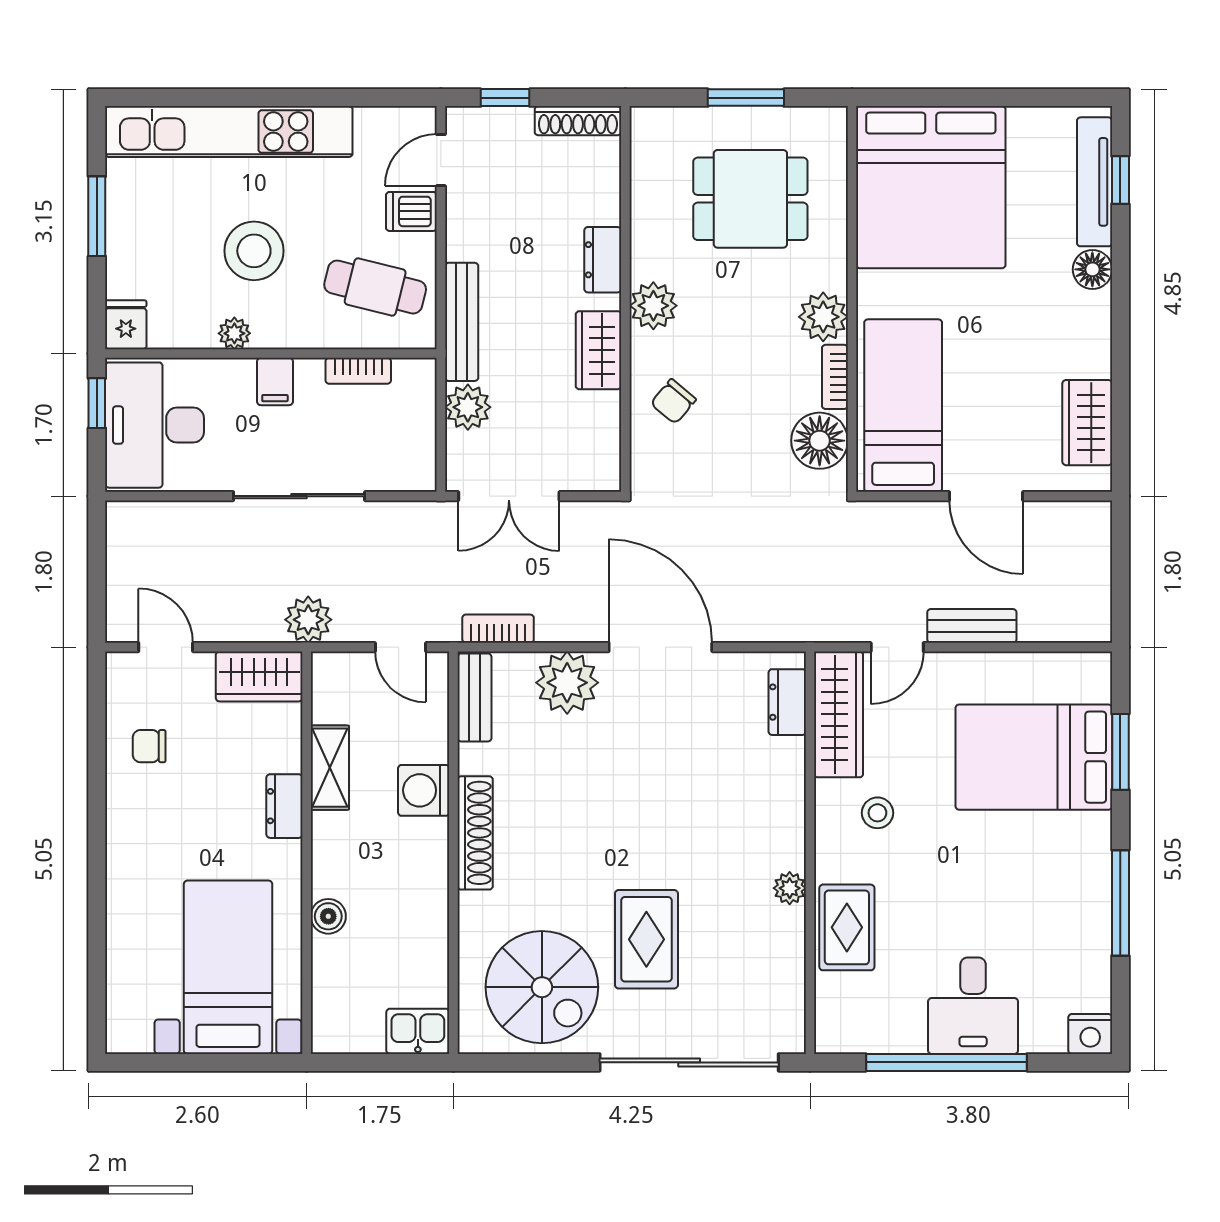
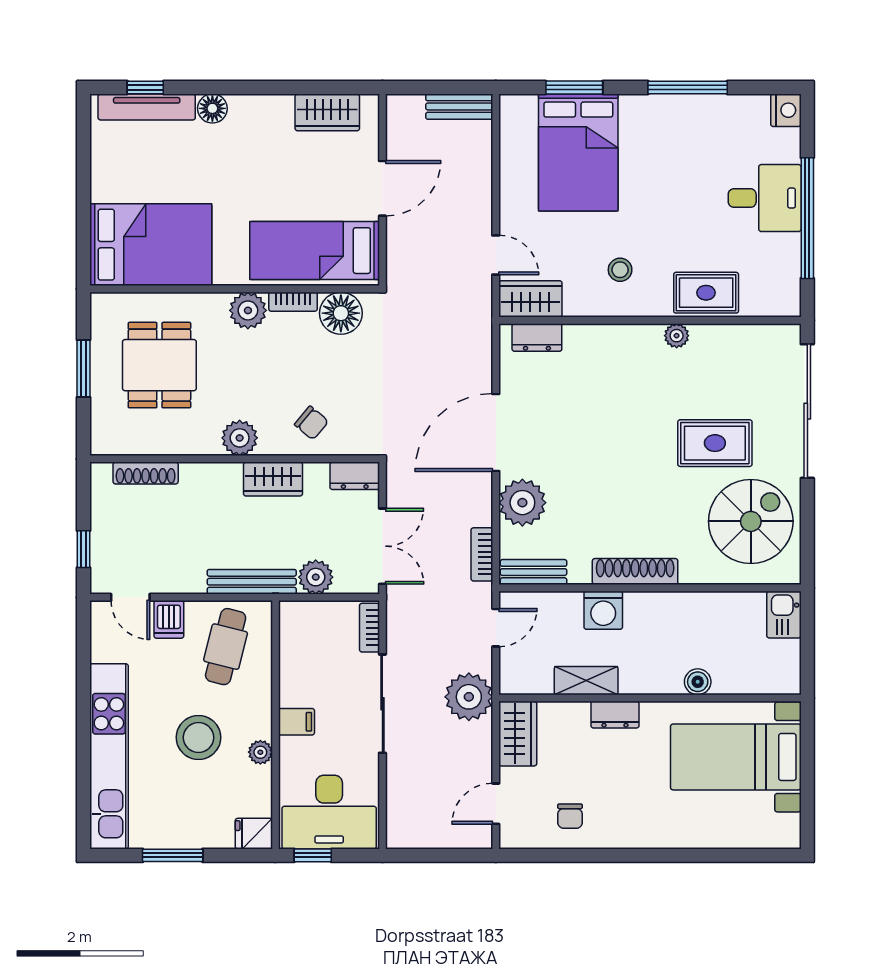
shoe rack: (578, 121) -> (146, 473), moved, turned 90
bed: (931, 187) -> (151, 245), width x0.73
dresser: (603, 260) -> (355, 476), moved
bookcase: (358, 371) -> (370, 628), moved, turned 180
plant: (308, 620) -> (469, 697), width x1.36, depth x1.36
bench: (972, 626) -> (459, 107), moved, turned 90
wardrobe: (839, 714) -> (530, 299), width x0.67

